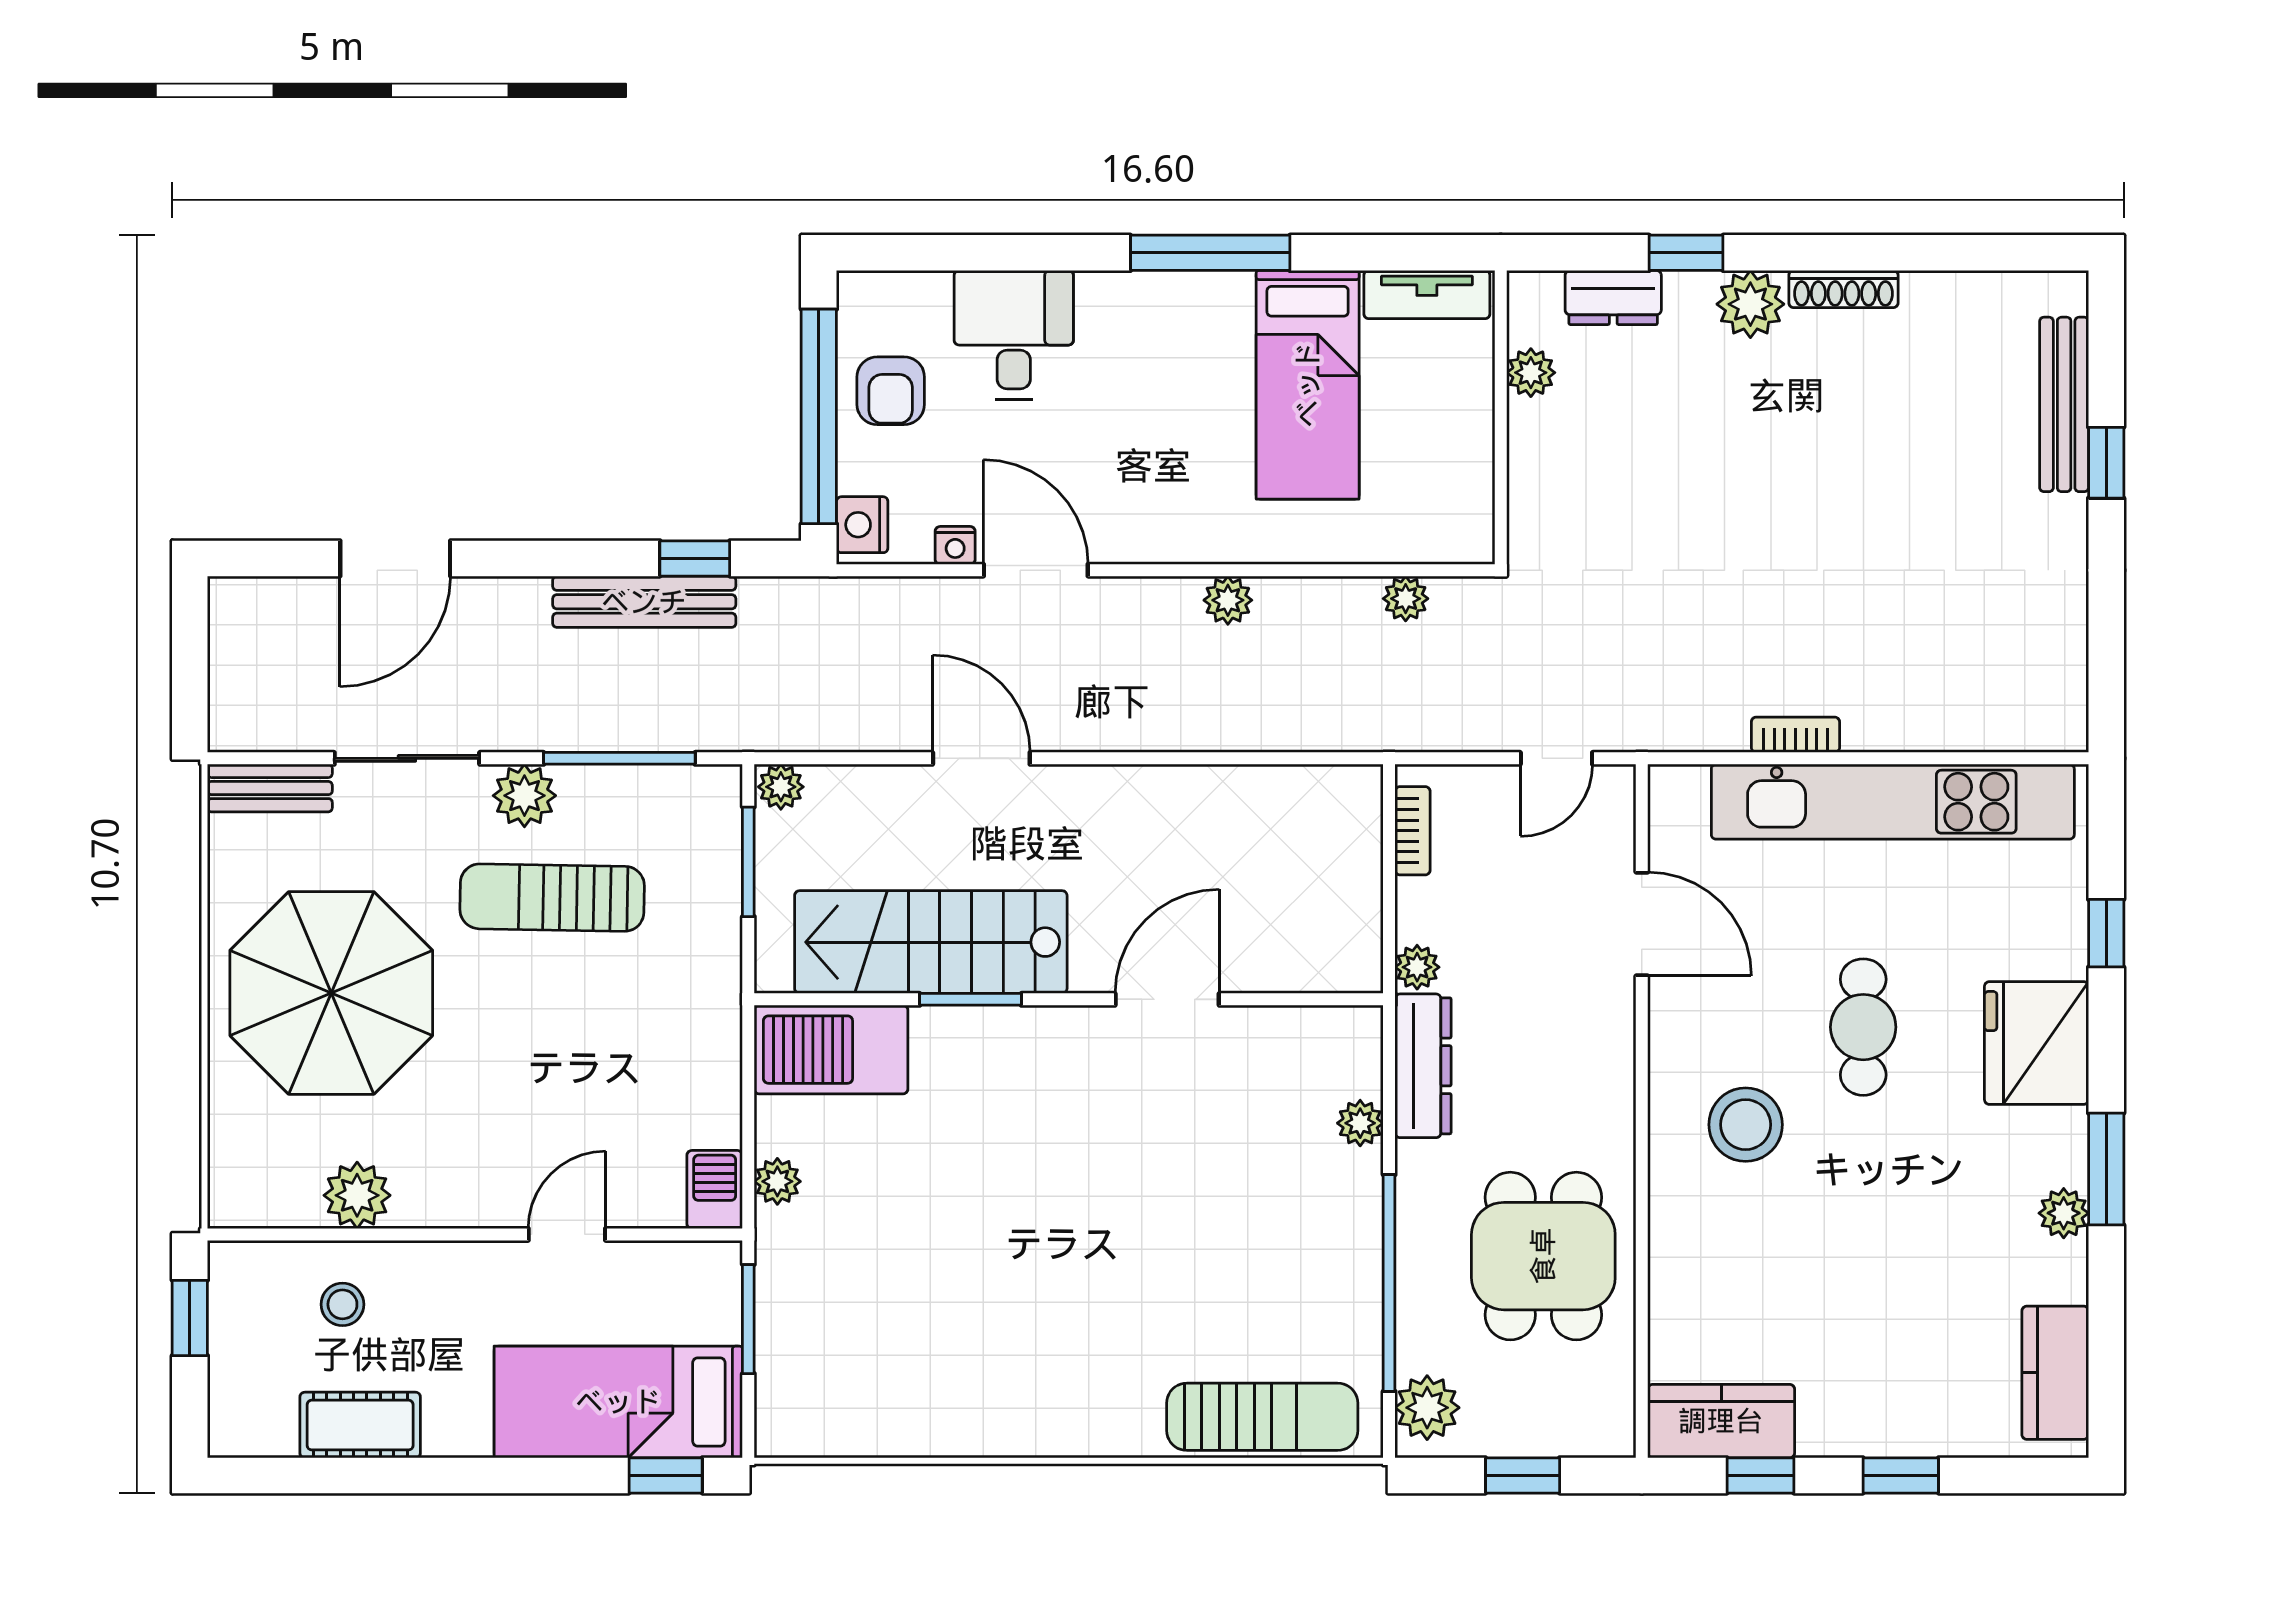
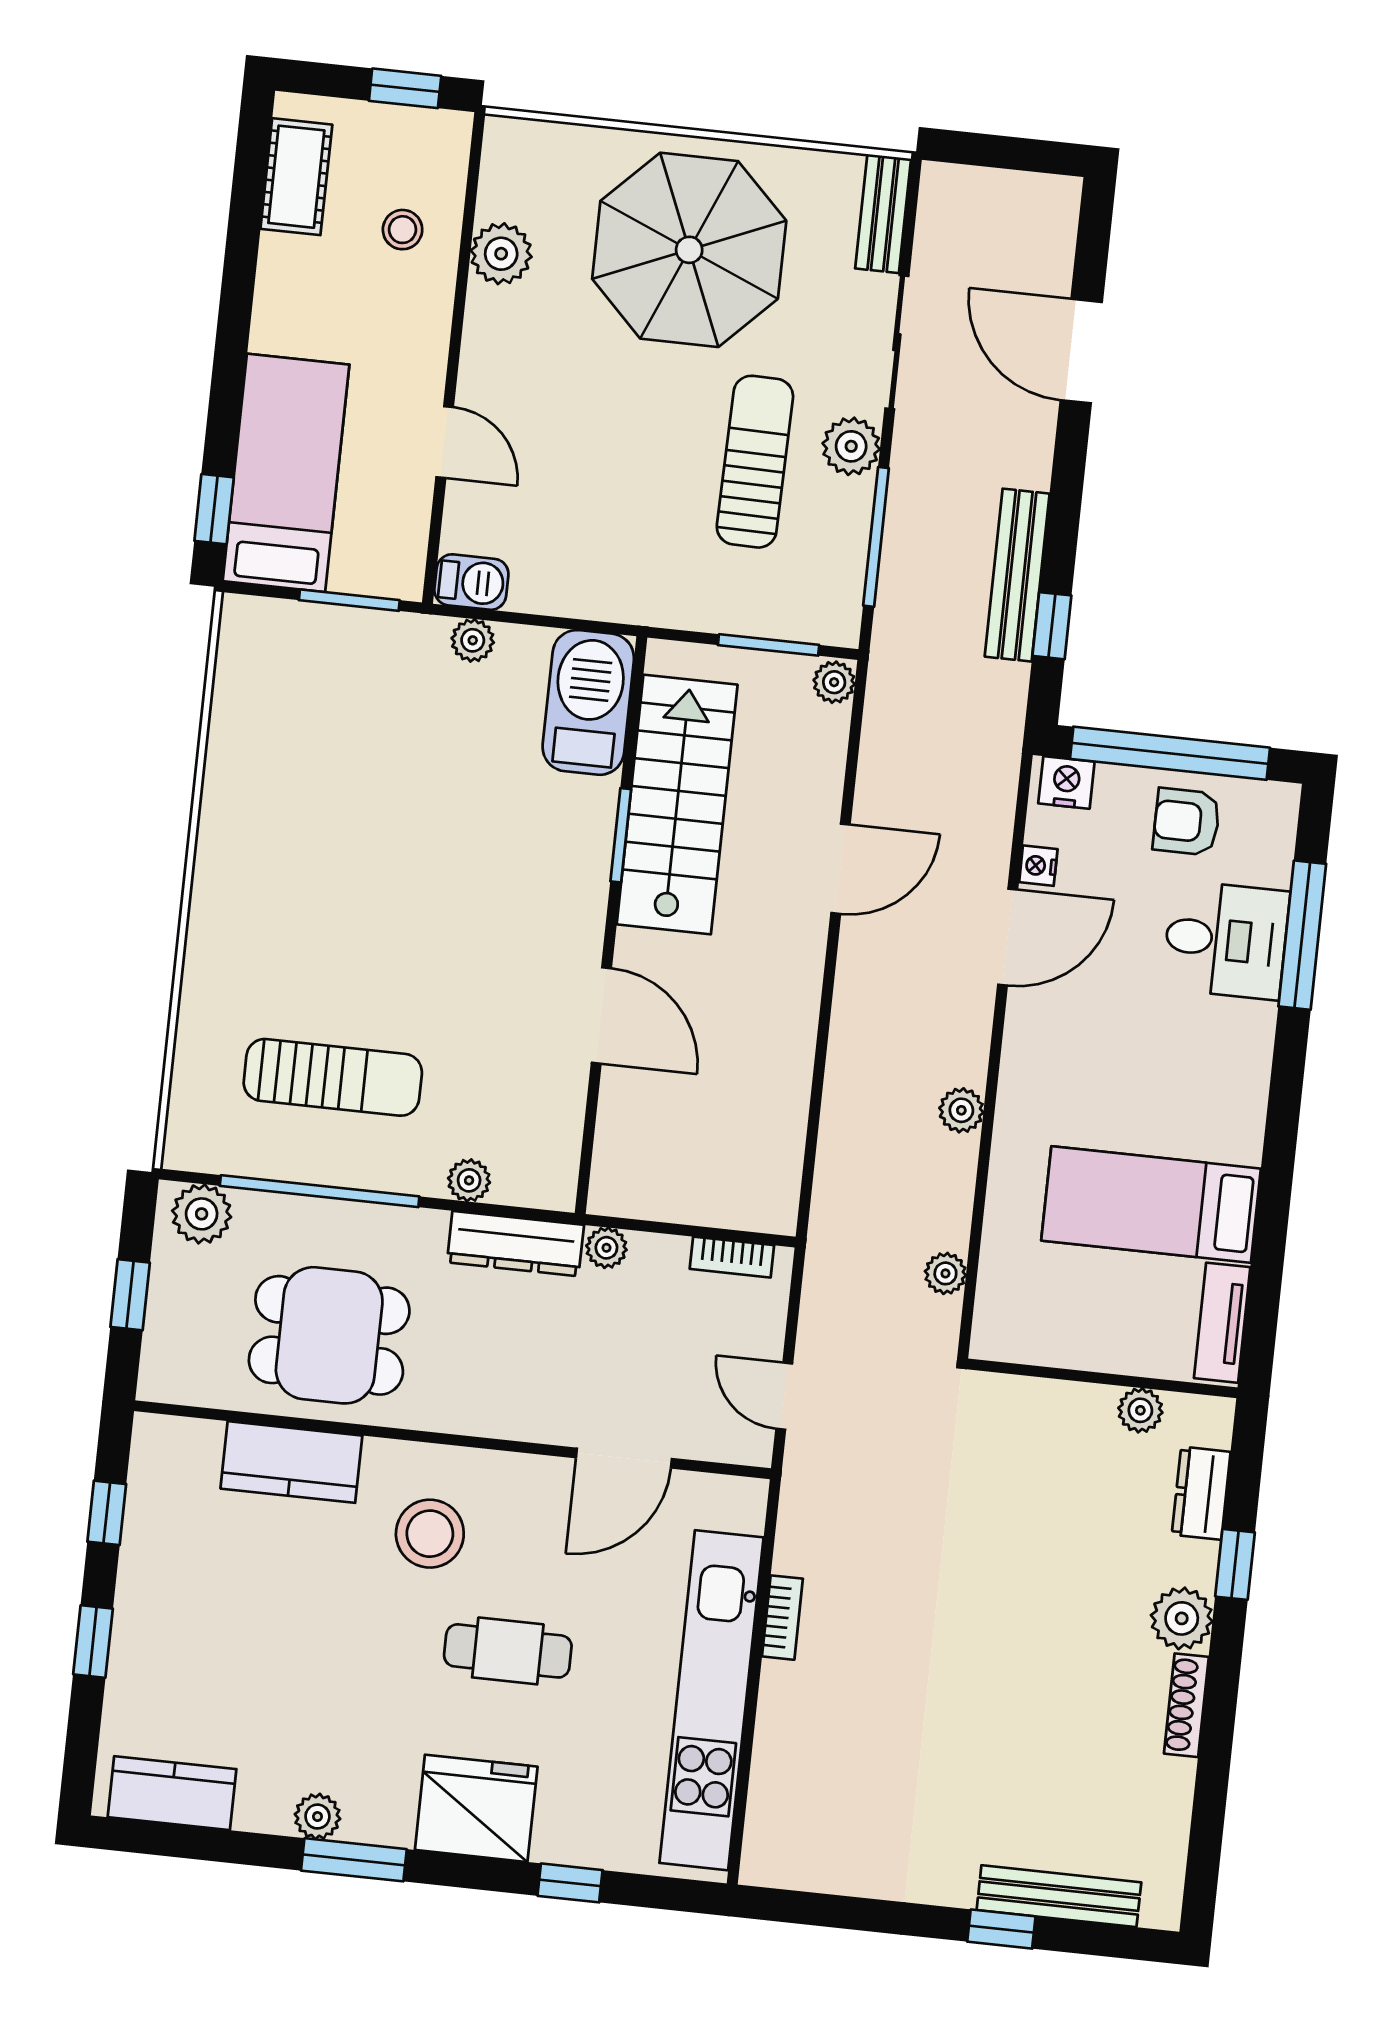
window: (1210, 253) -> (1302, 935), moved
sun lounger: (1262, 1417) -> (333, 1077), moved, turned -90
kitchen counter: (1721, 1421) -> (291, 1462), moved, turned 90
cot: (360, 1425) -> (296, 177), moved

